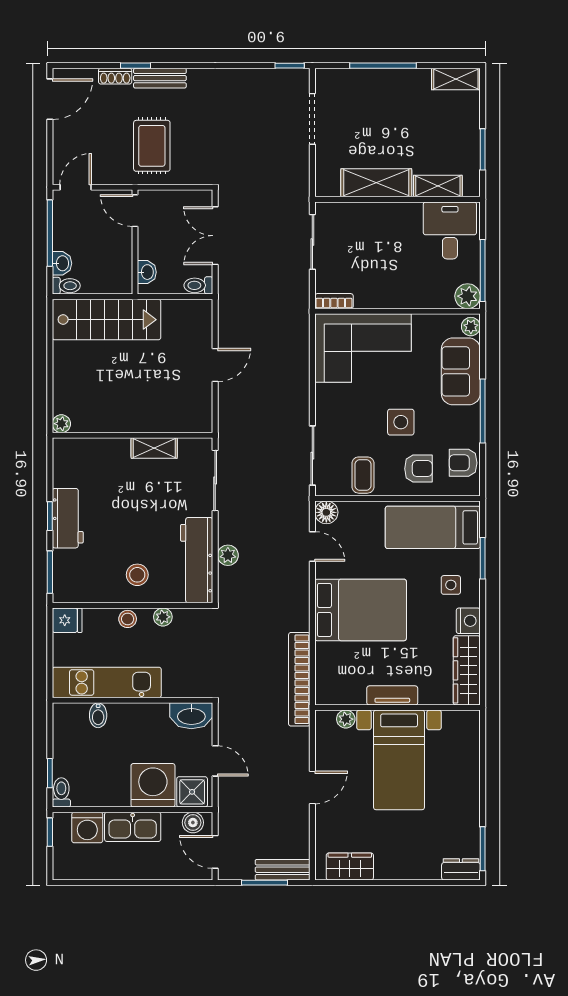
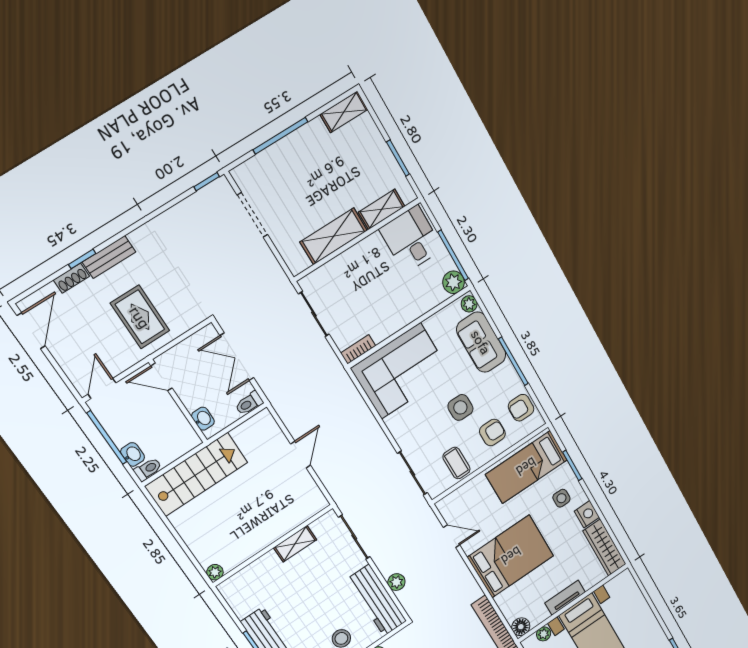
floor lamp: (326, 512) -> (521, 627), moved

